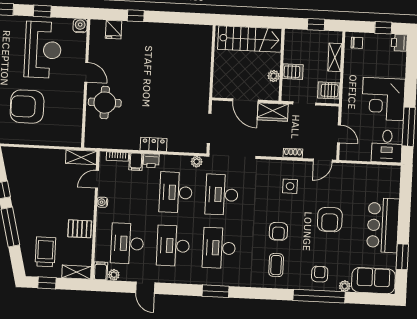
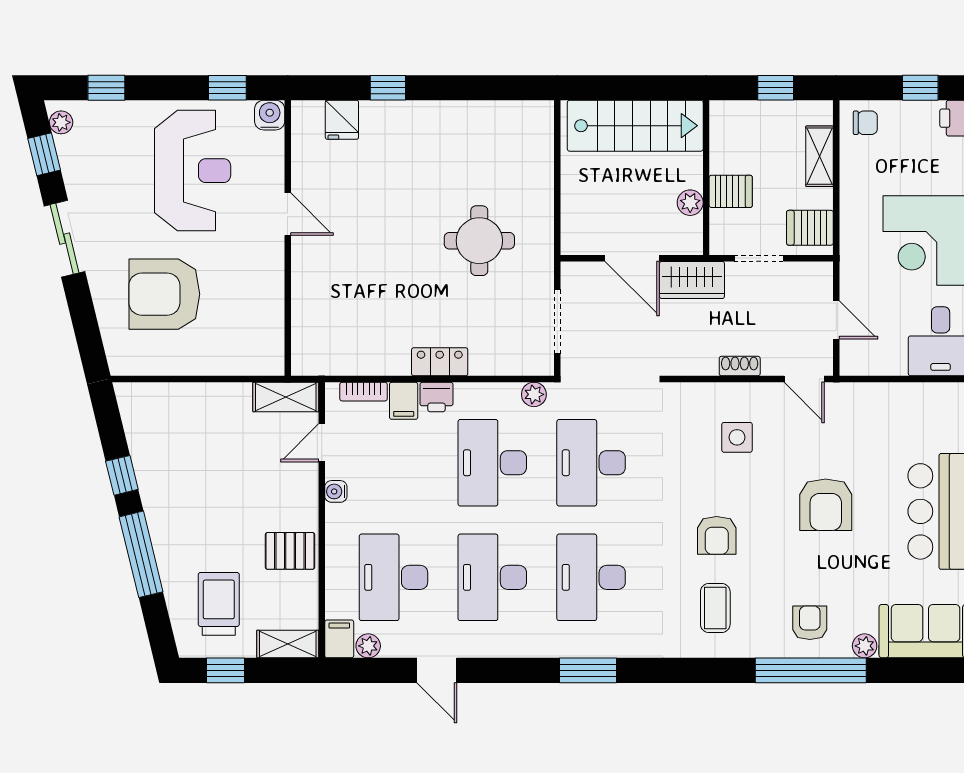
window: (42, 11) -> (227, 88), moved
round table: (105, 103) -> (479, 241), moved
door: (323, 161) -> (804, 379), hinge flipped

